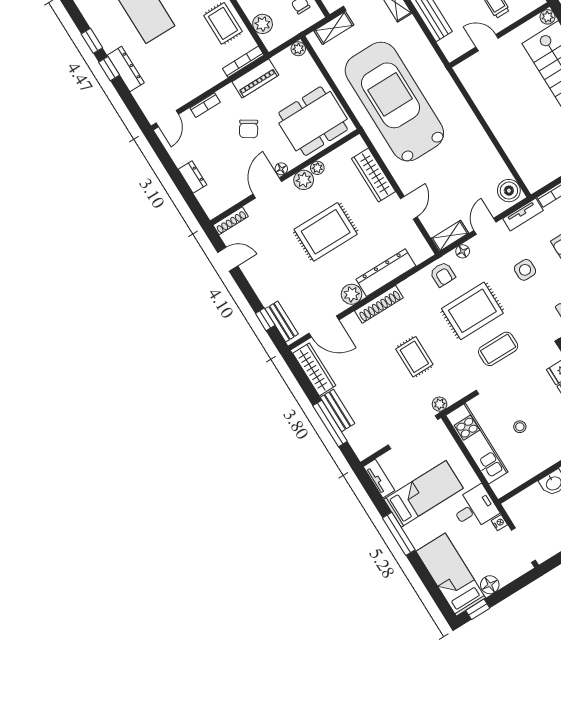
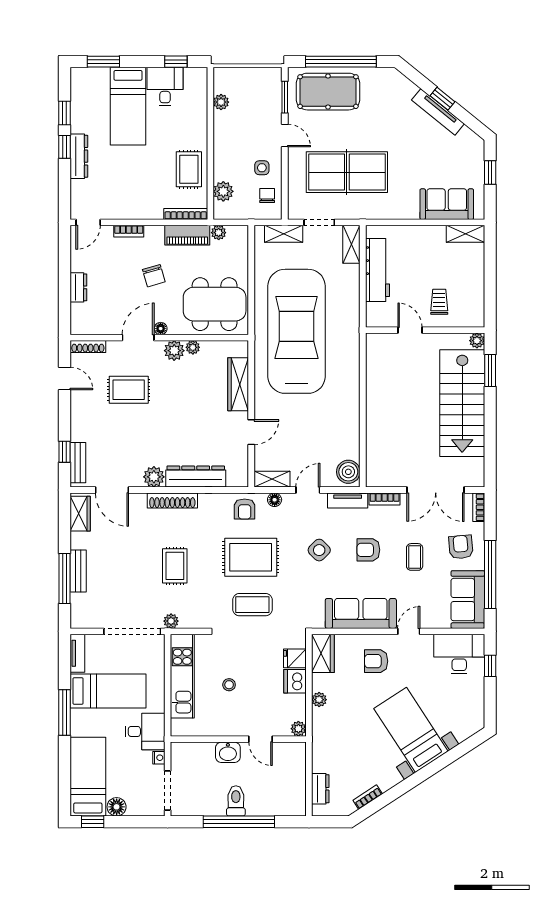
plant: (298, 49) -> (219, 233), moved
chair: (249, 129) -> (154, 276), turned -49
rug: (326, 232) -> (129, 390), moved, width x0.73, depth x0.70
side table: (525, 270) -> (319, 550), turned 45
wardrobe: (314, 369) -> (80, 514), width x0.67

